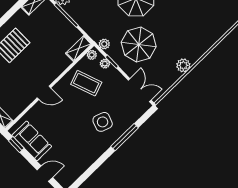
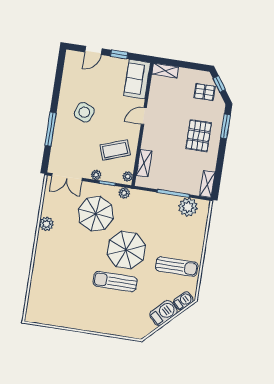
shelving: (79, 48) -> (144, 163), moved
plant: (105, 64) -> (96, 175), moved
side table: (103, 122) -> (84, 112), moved
sofa: (32, 141) -> (137, 79), moved, turned 90
window: (16, 145) -> (119, 54), moved

